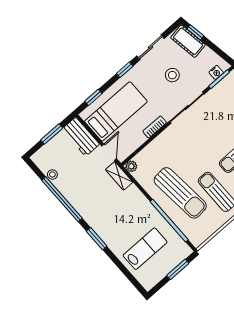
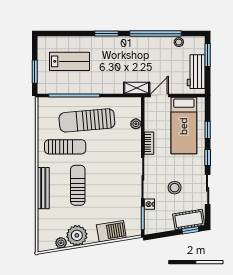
nightstand: (216, 72) -> (149, 204), moved
window: (93, 97) -> (208, 130), moved
window: (52, 134) -> (208, 55), moved
workbench: (81, 137) -> (196, 72), moved, turned -90
door: (109, 152) -> (159, 96), swing flipped
plant: (131, 166) -> (136, 124), moved
lab bench: (145, 249) -> (69, 61), turned -90

